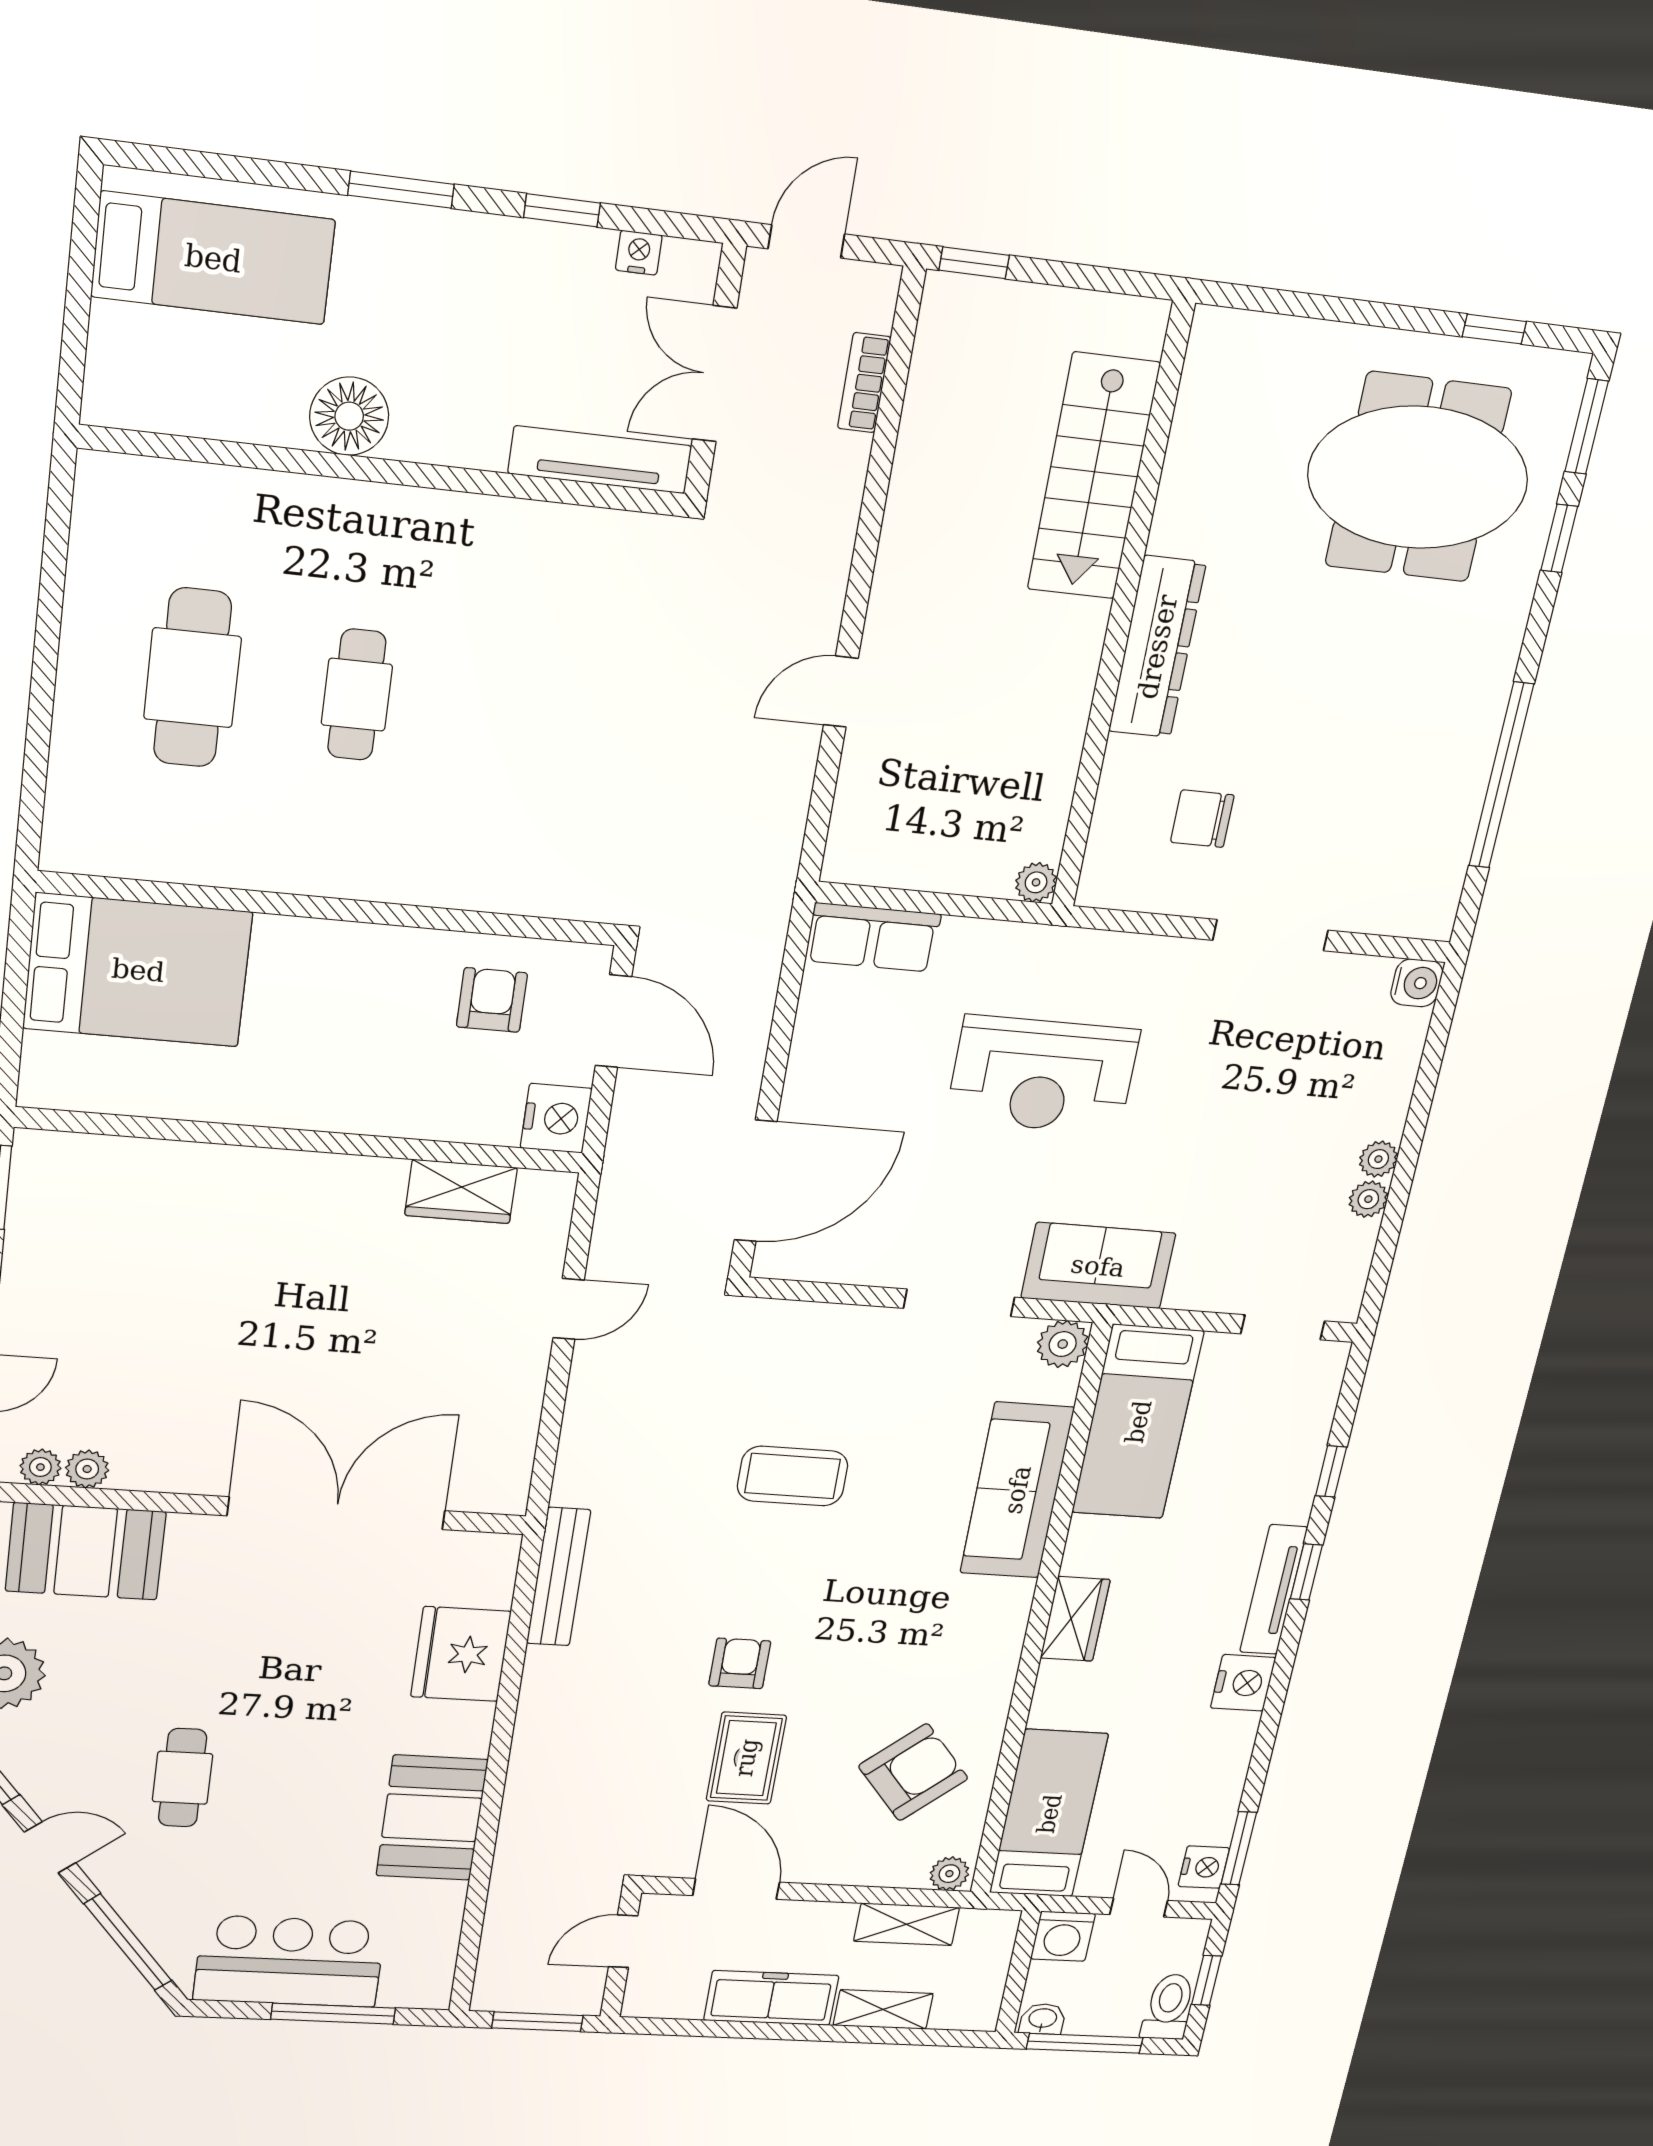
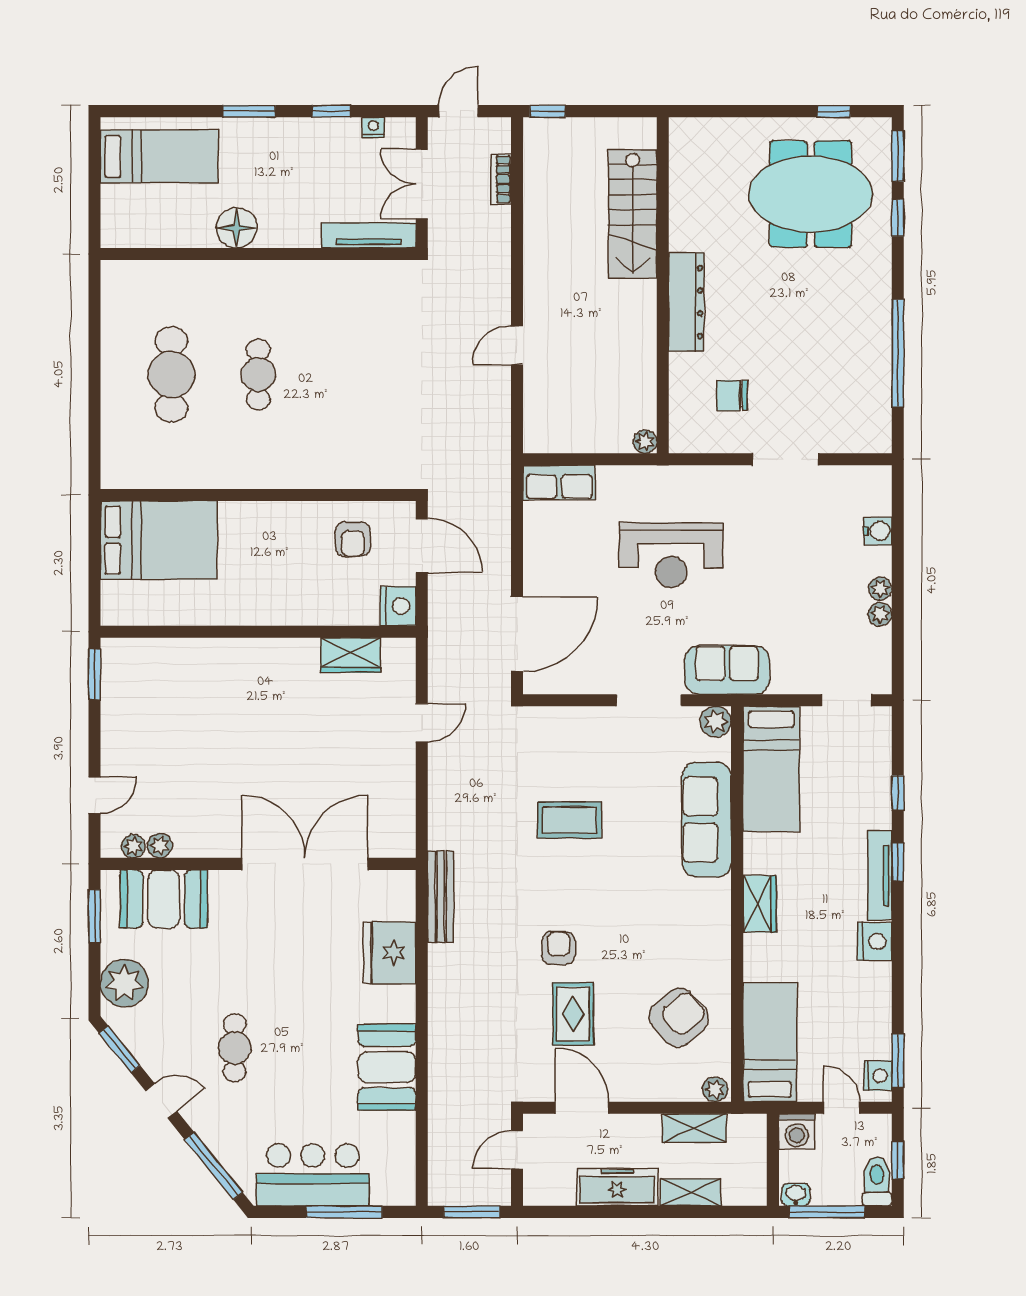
water cooler: (1417, 983) -> (878, 531), moved
armchair: (492, 1000) -> (353, 539), turned 180

